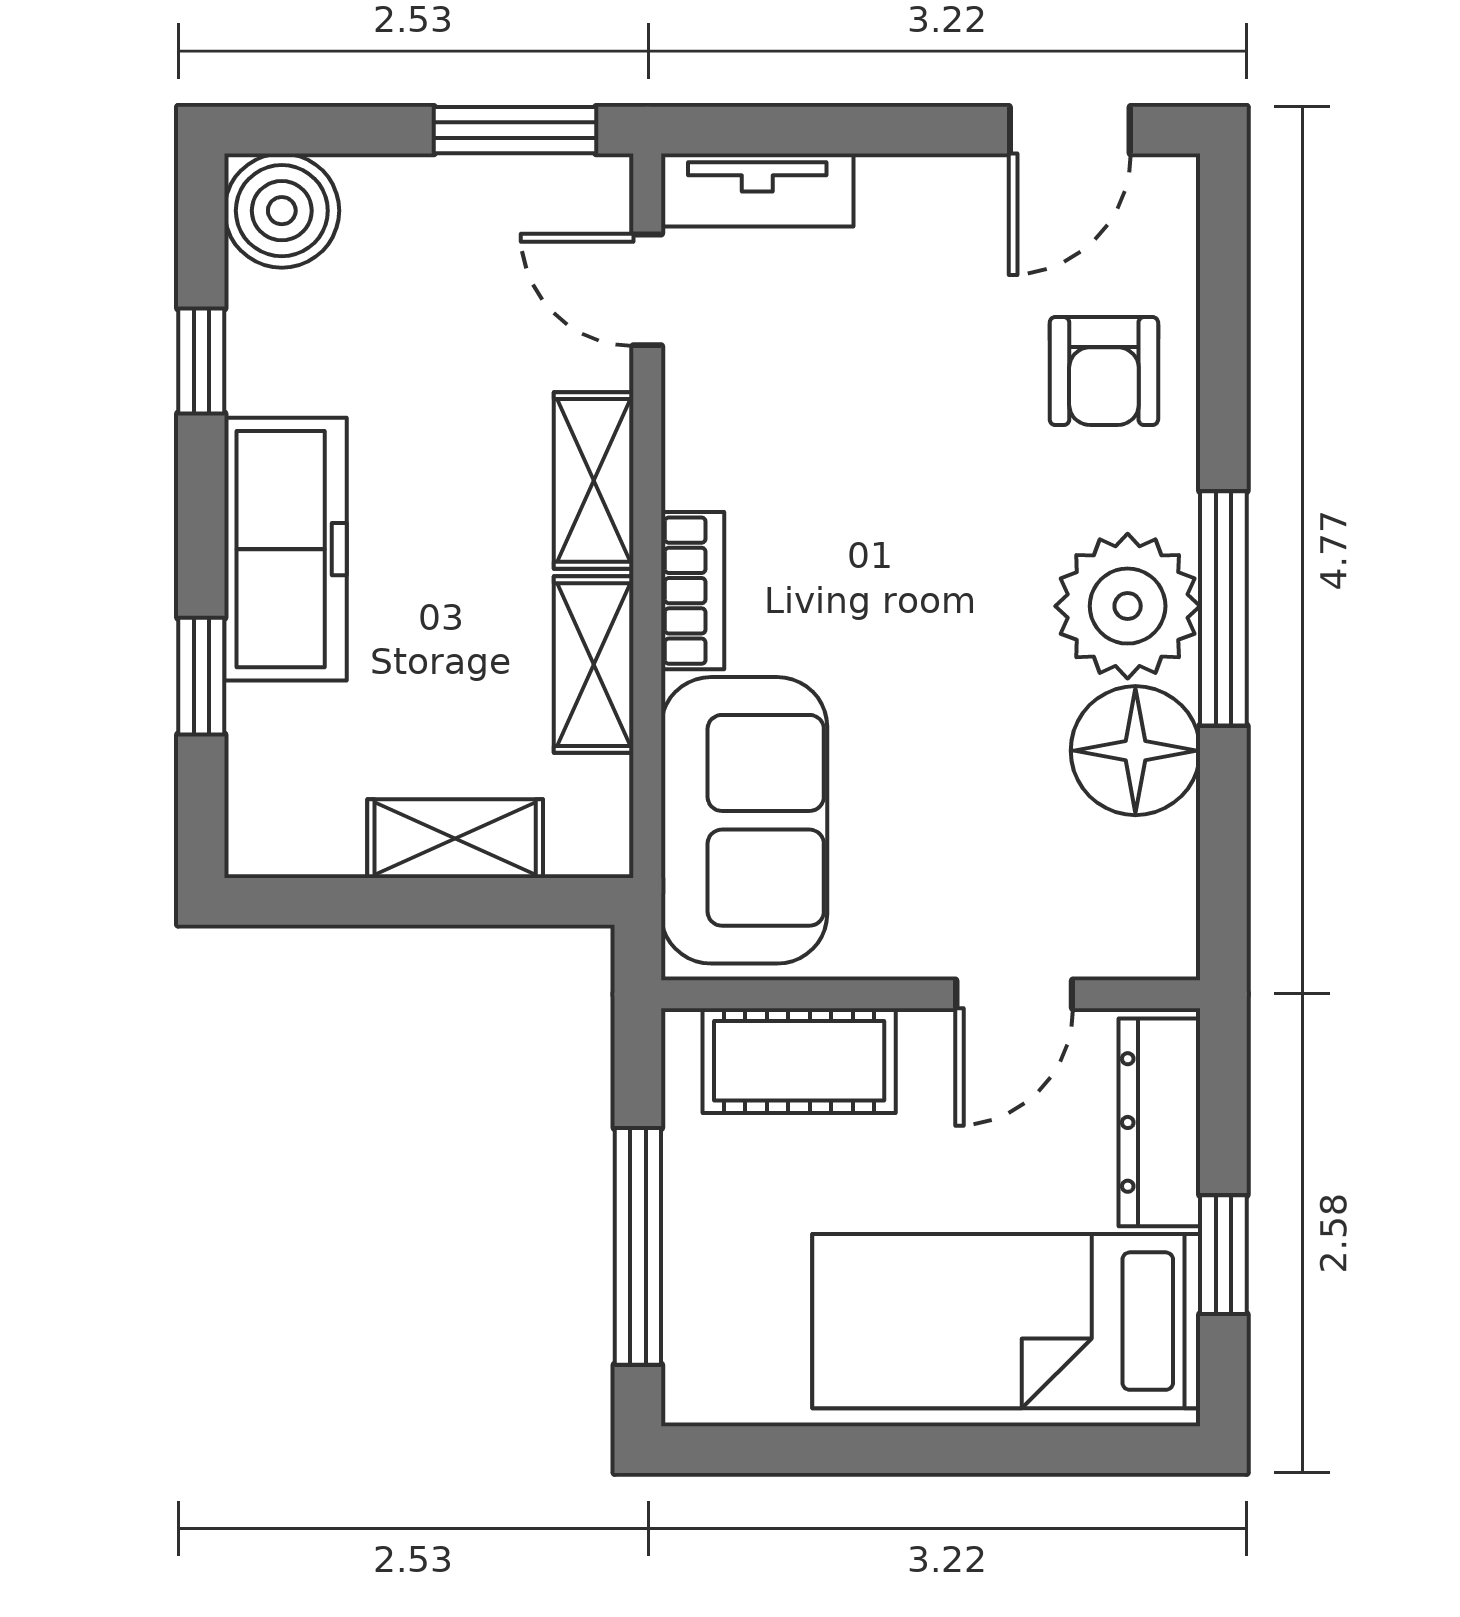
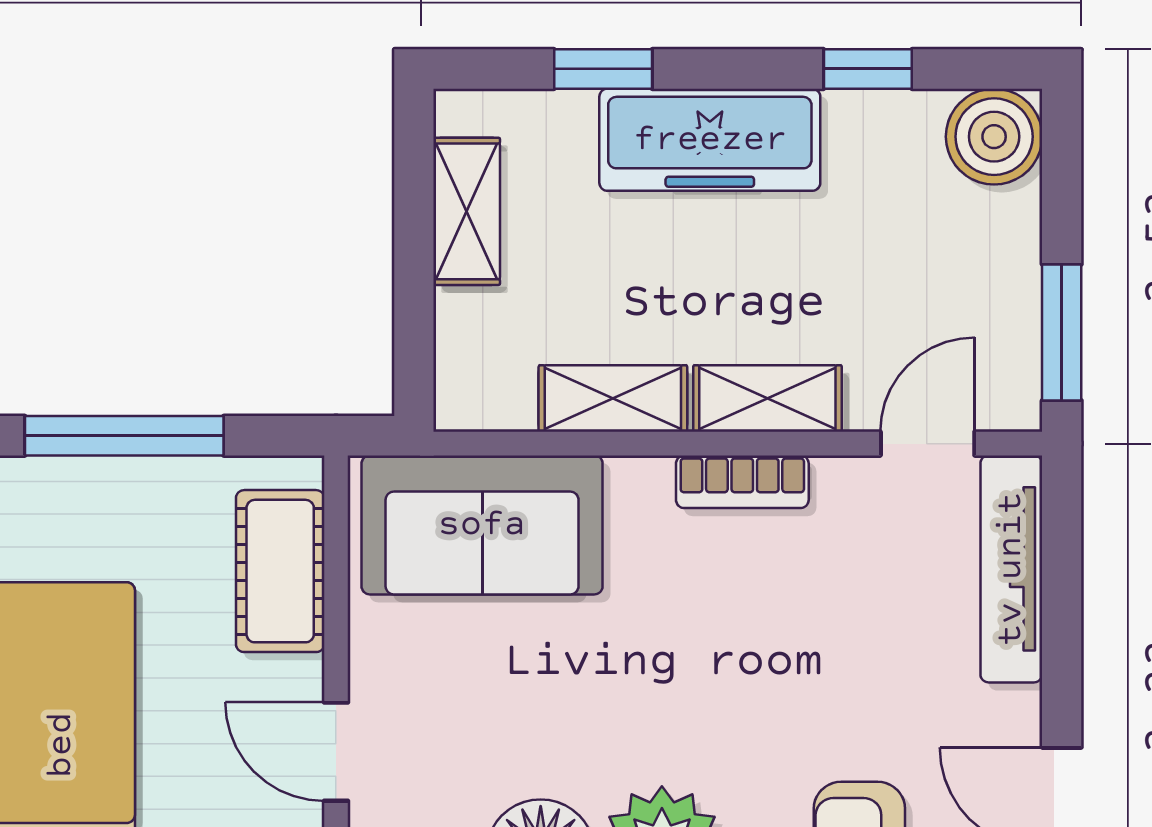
tv unit: (757, 190) -> (1011, 569), width x1.41
bookcase: (693, 591) -> (742, 482), moved
shelving: (455, 839) -> (467, 211), moved

